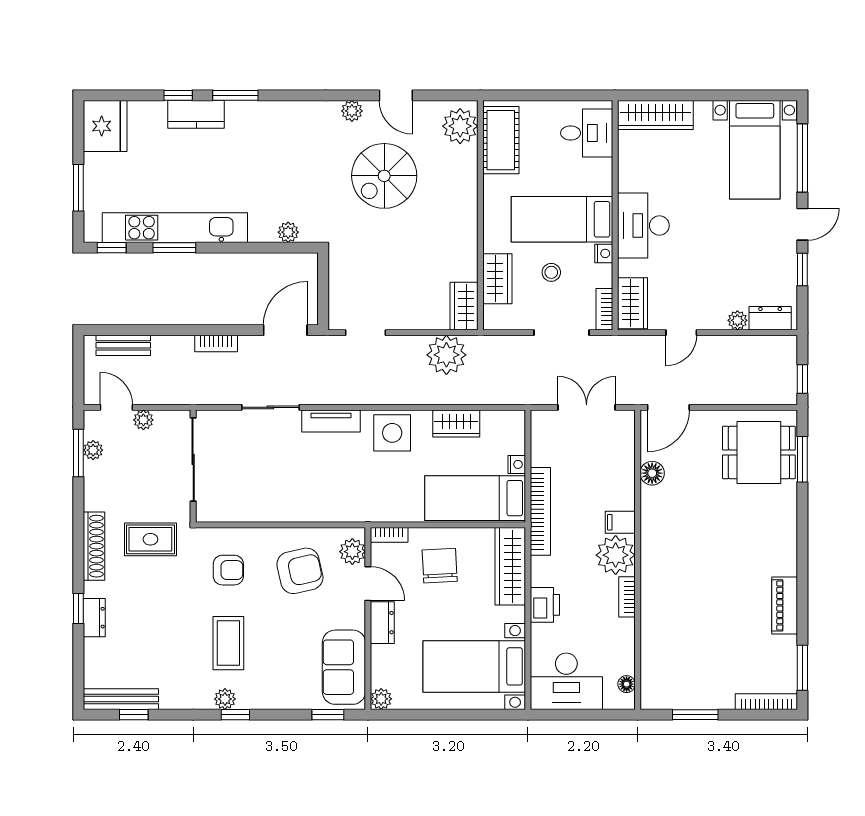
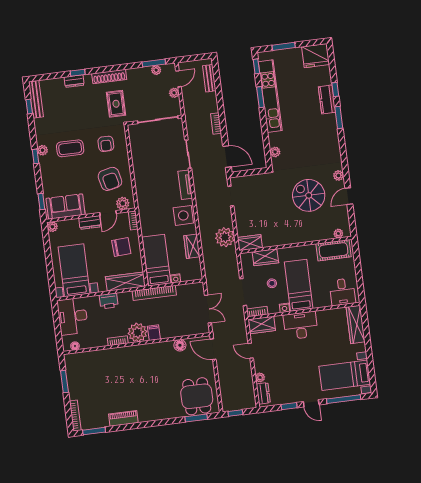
plant: (460, 126) -> (338, 234), width x0.53, depth x0.53

